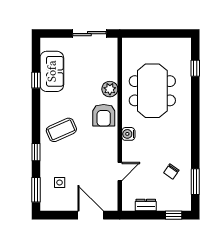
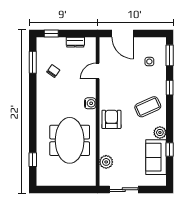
plant: (110, 89) -> (106, 162), moved
plant: (47, 100) -> (160, 133), added

